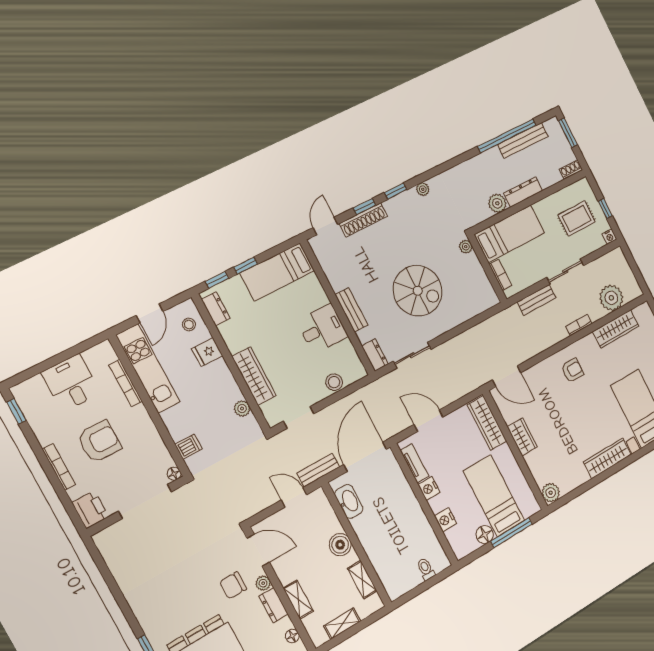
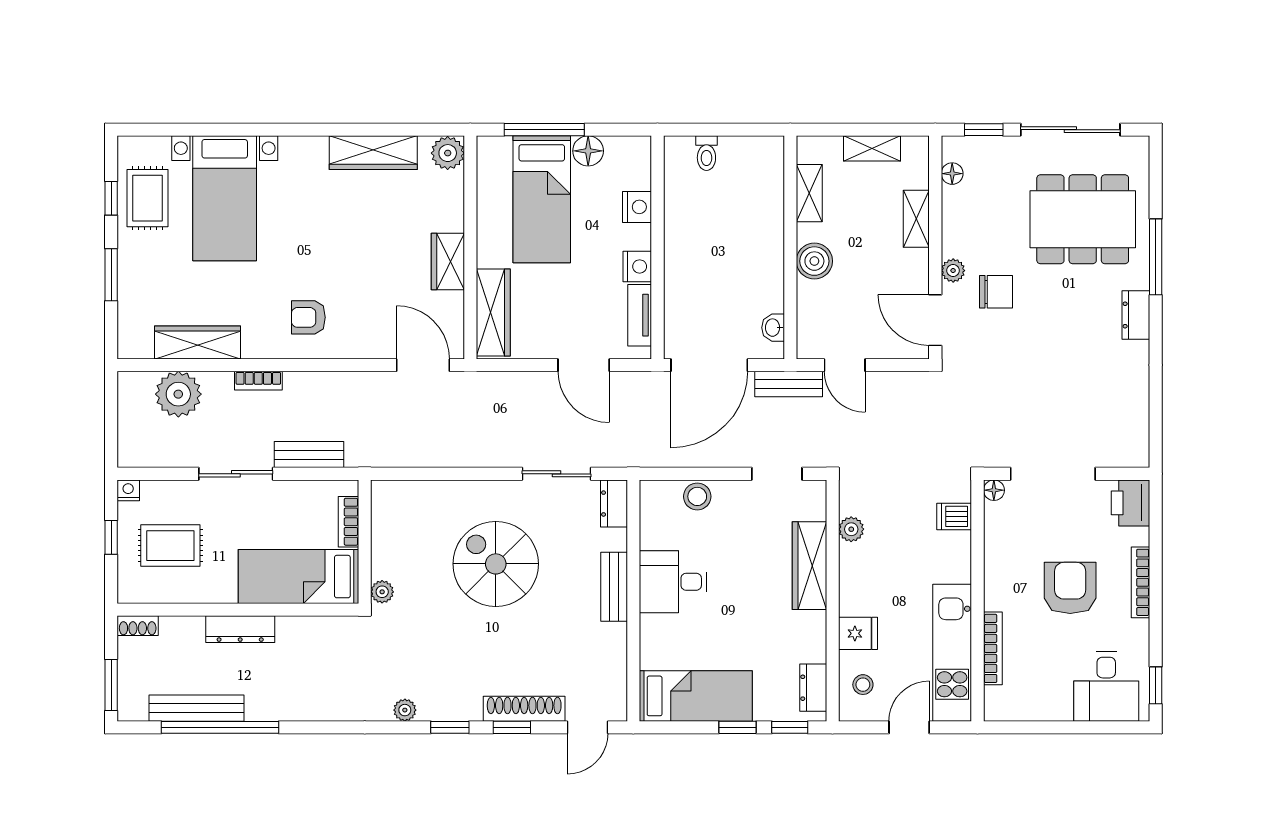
plant: (497, 203) -> (293, 632), removed
desk: (71, 383) -> (1106, 686), moved
armchair: (99, 442) -> (1070, 588), turned 90
wardrobe: (607, 458) -> (373, 153), moved
washbasin: (349, 501) -> (773, 328), width x0.52, depth x0.69
dresser: (273, 605) -> (1136, 315), moved, turned 180

